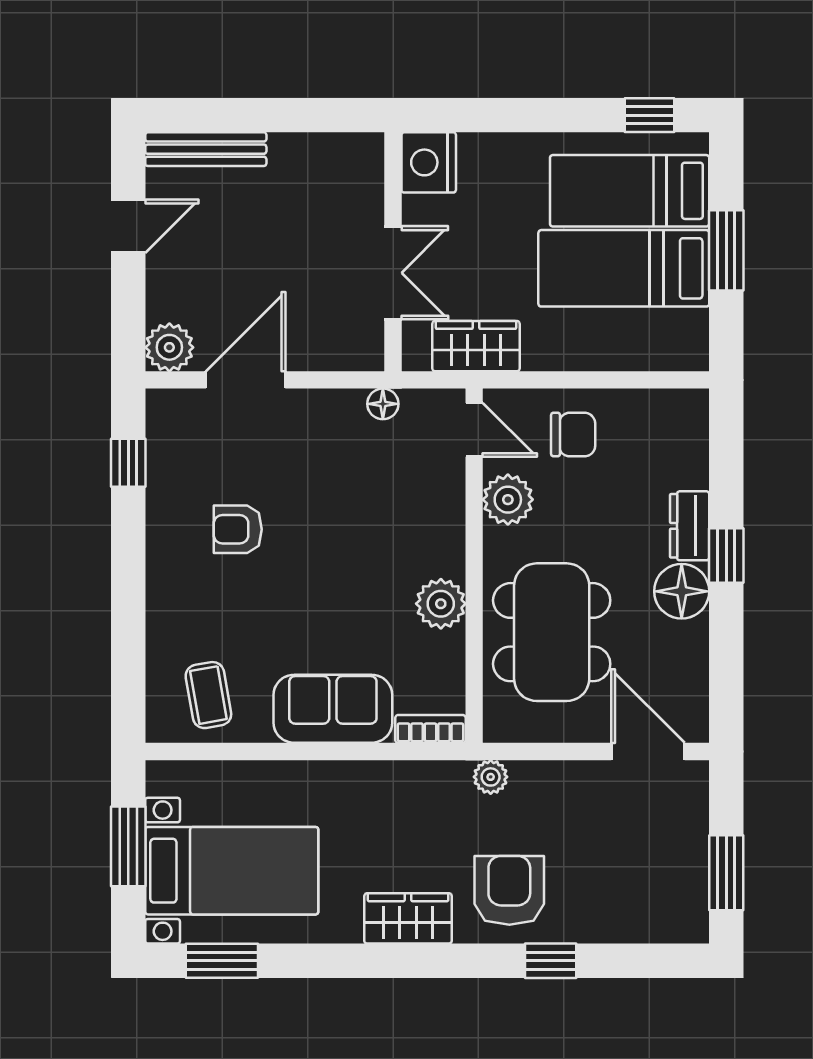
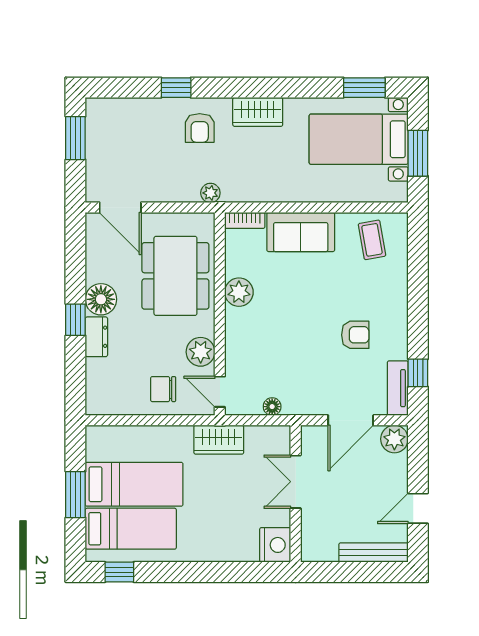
nightstand: (429, 162) -> (275, 545), moved
wall: (393, 252) -> (296, 494), moved
double door: (393, 273) -> (296, 482), moved
tv unit: (164, 436) -> (398, 388), added
armchair: (509, 890) -> (200, 128), width x0.72, depth x0.72

